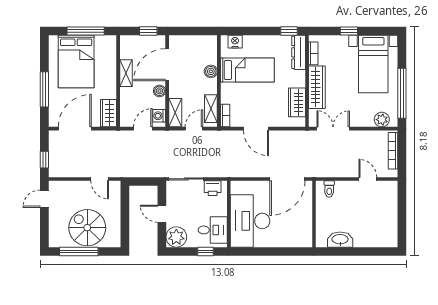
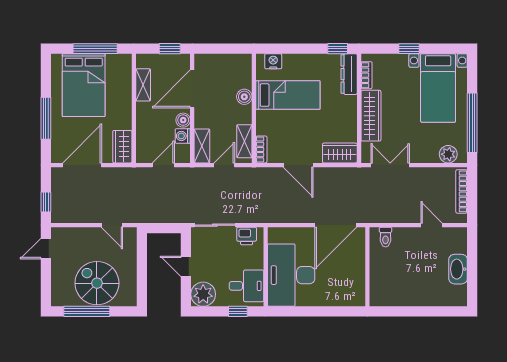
shelving: (126, 73) -> (143, 85), moved
wardrobe: (297, 102) -> (340, 153), moved, turned 90
washing machine: (159, 116) -> (183, 136), moved
washbasin: (340, 240) -> (458, 269), moved, turned -90

